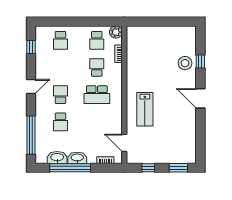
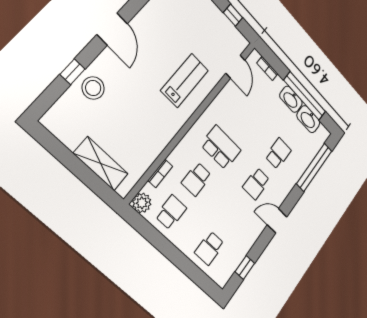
shelving: (152, 33) -> (101, 164), added
school desk: (60, 40) -> (209, 248), turned 180

